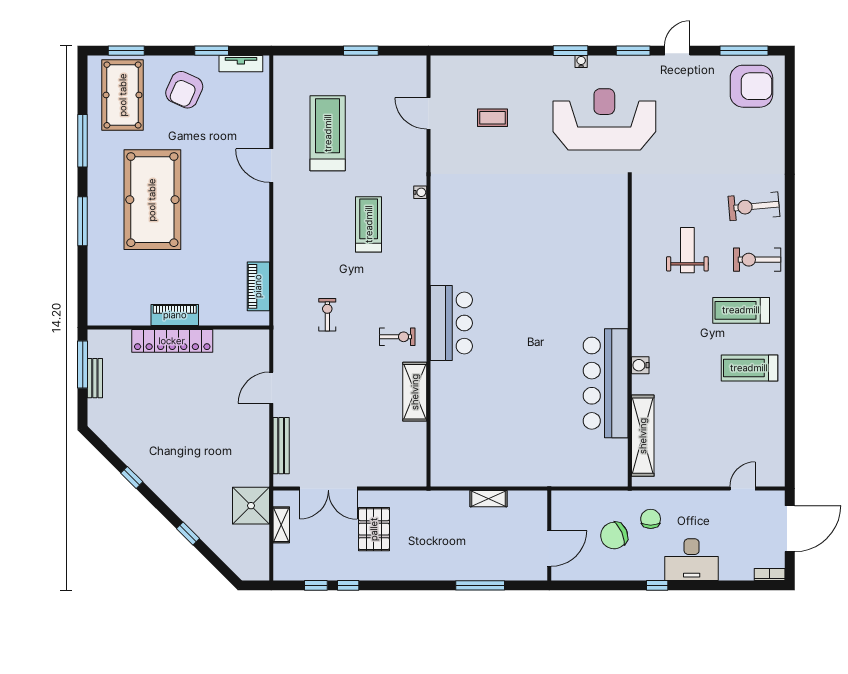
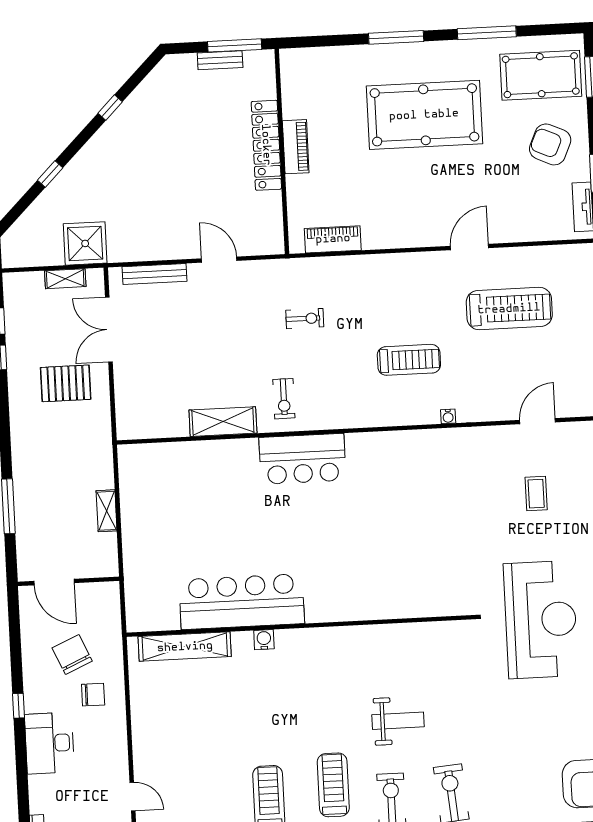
wall: (630, 331) -> (301, 626), moved
water cooler: (640, 365) -> (264, 640), moved
bar counter: (606, 383) -> (242, 602), moved
shelving: (643, 436) -> (185, 647), moved

